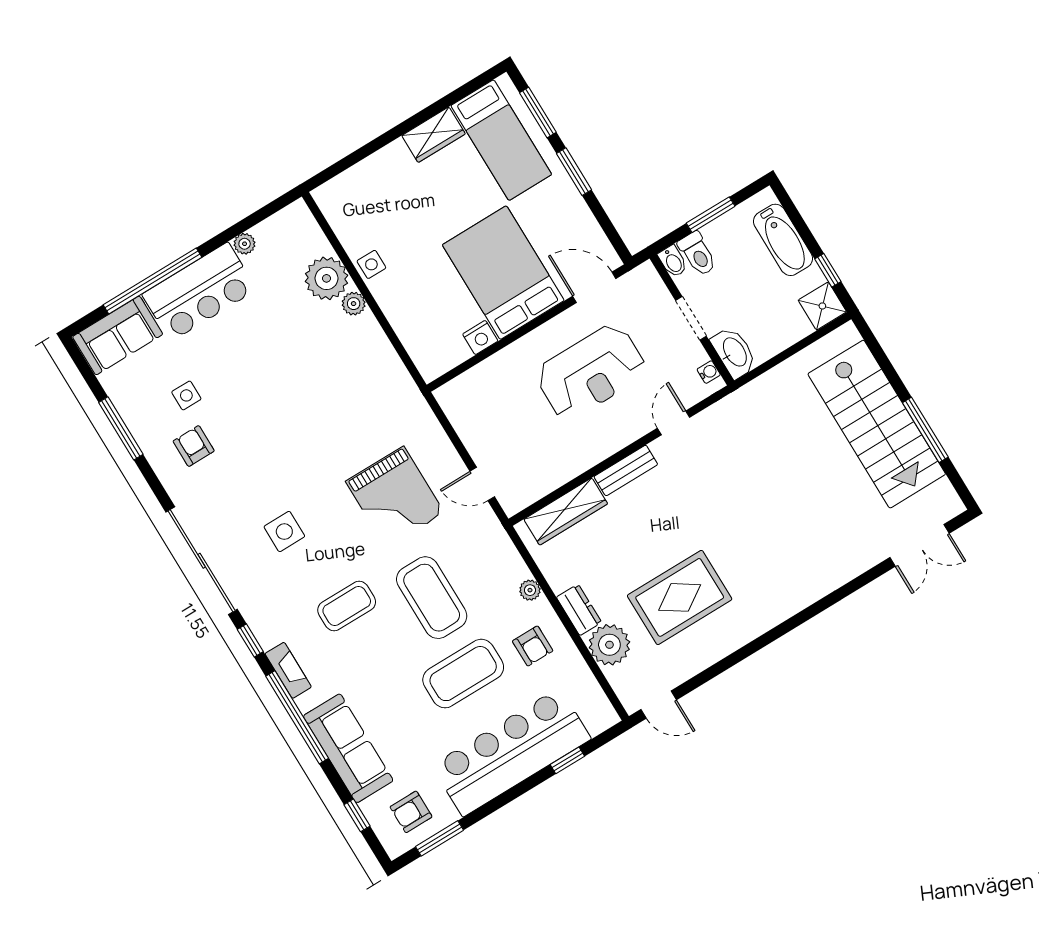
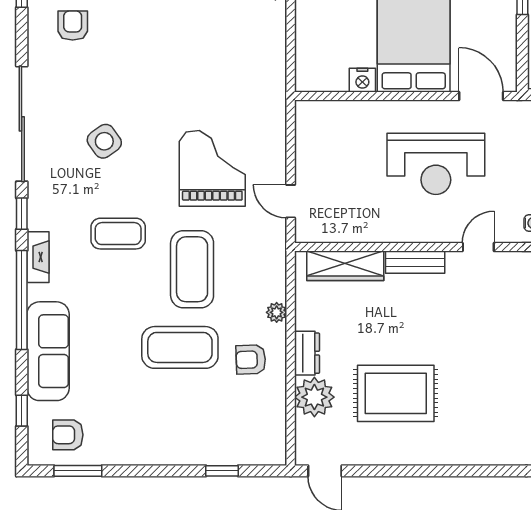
grand piano: (395, 497) -> (212, 168), turned 180
side table: (284, 532) -> (104, 141), turned -35
armchair: (533, 646) -> (251, 360), turned 88
bar counter: (511, 752) -> (180, 436), removed

